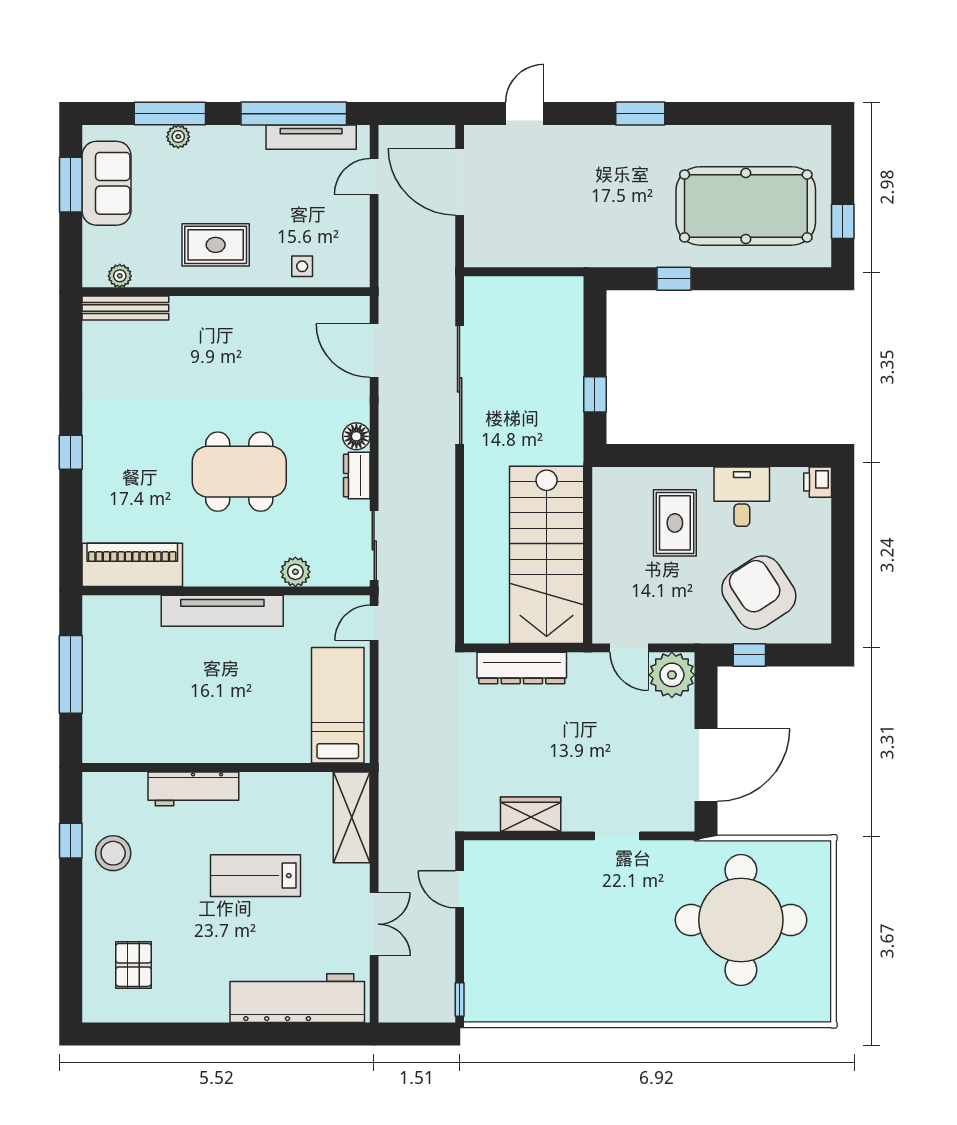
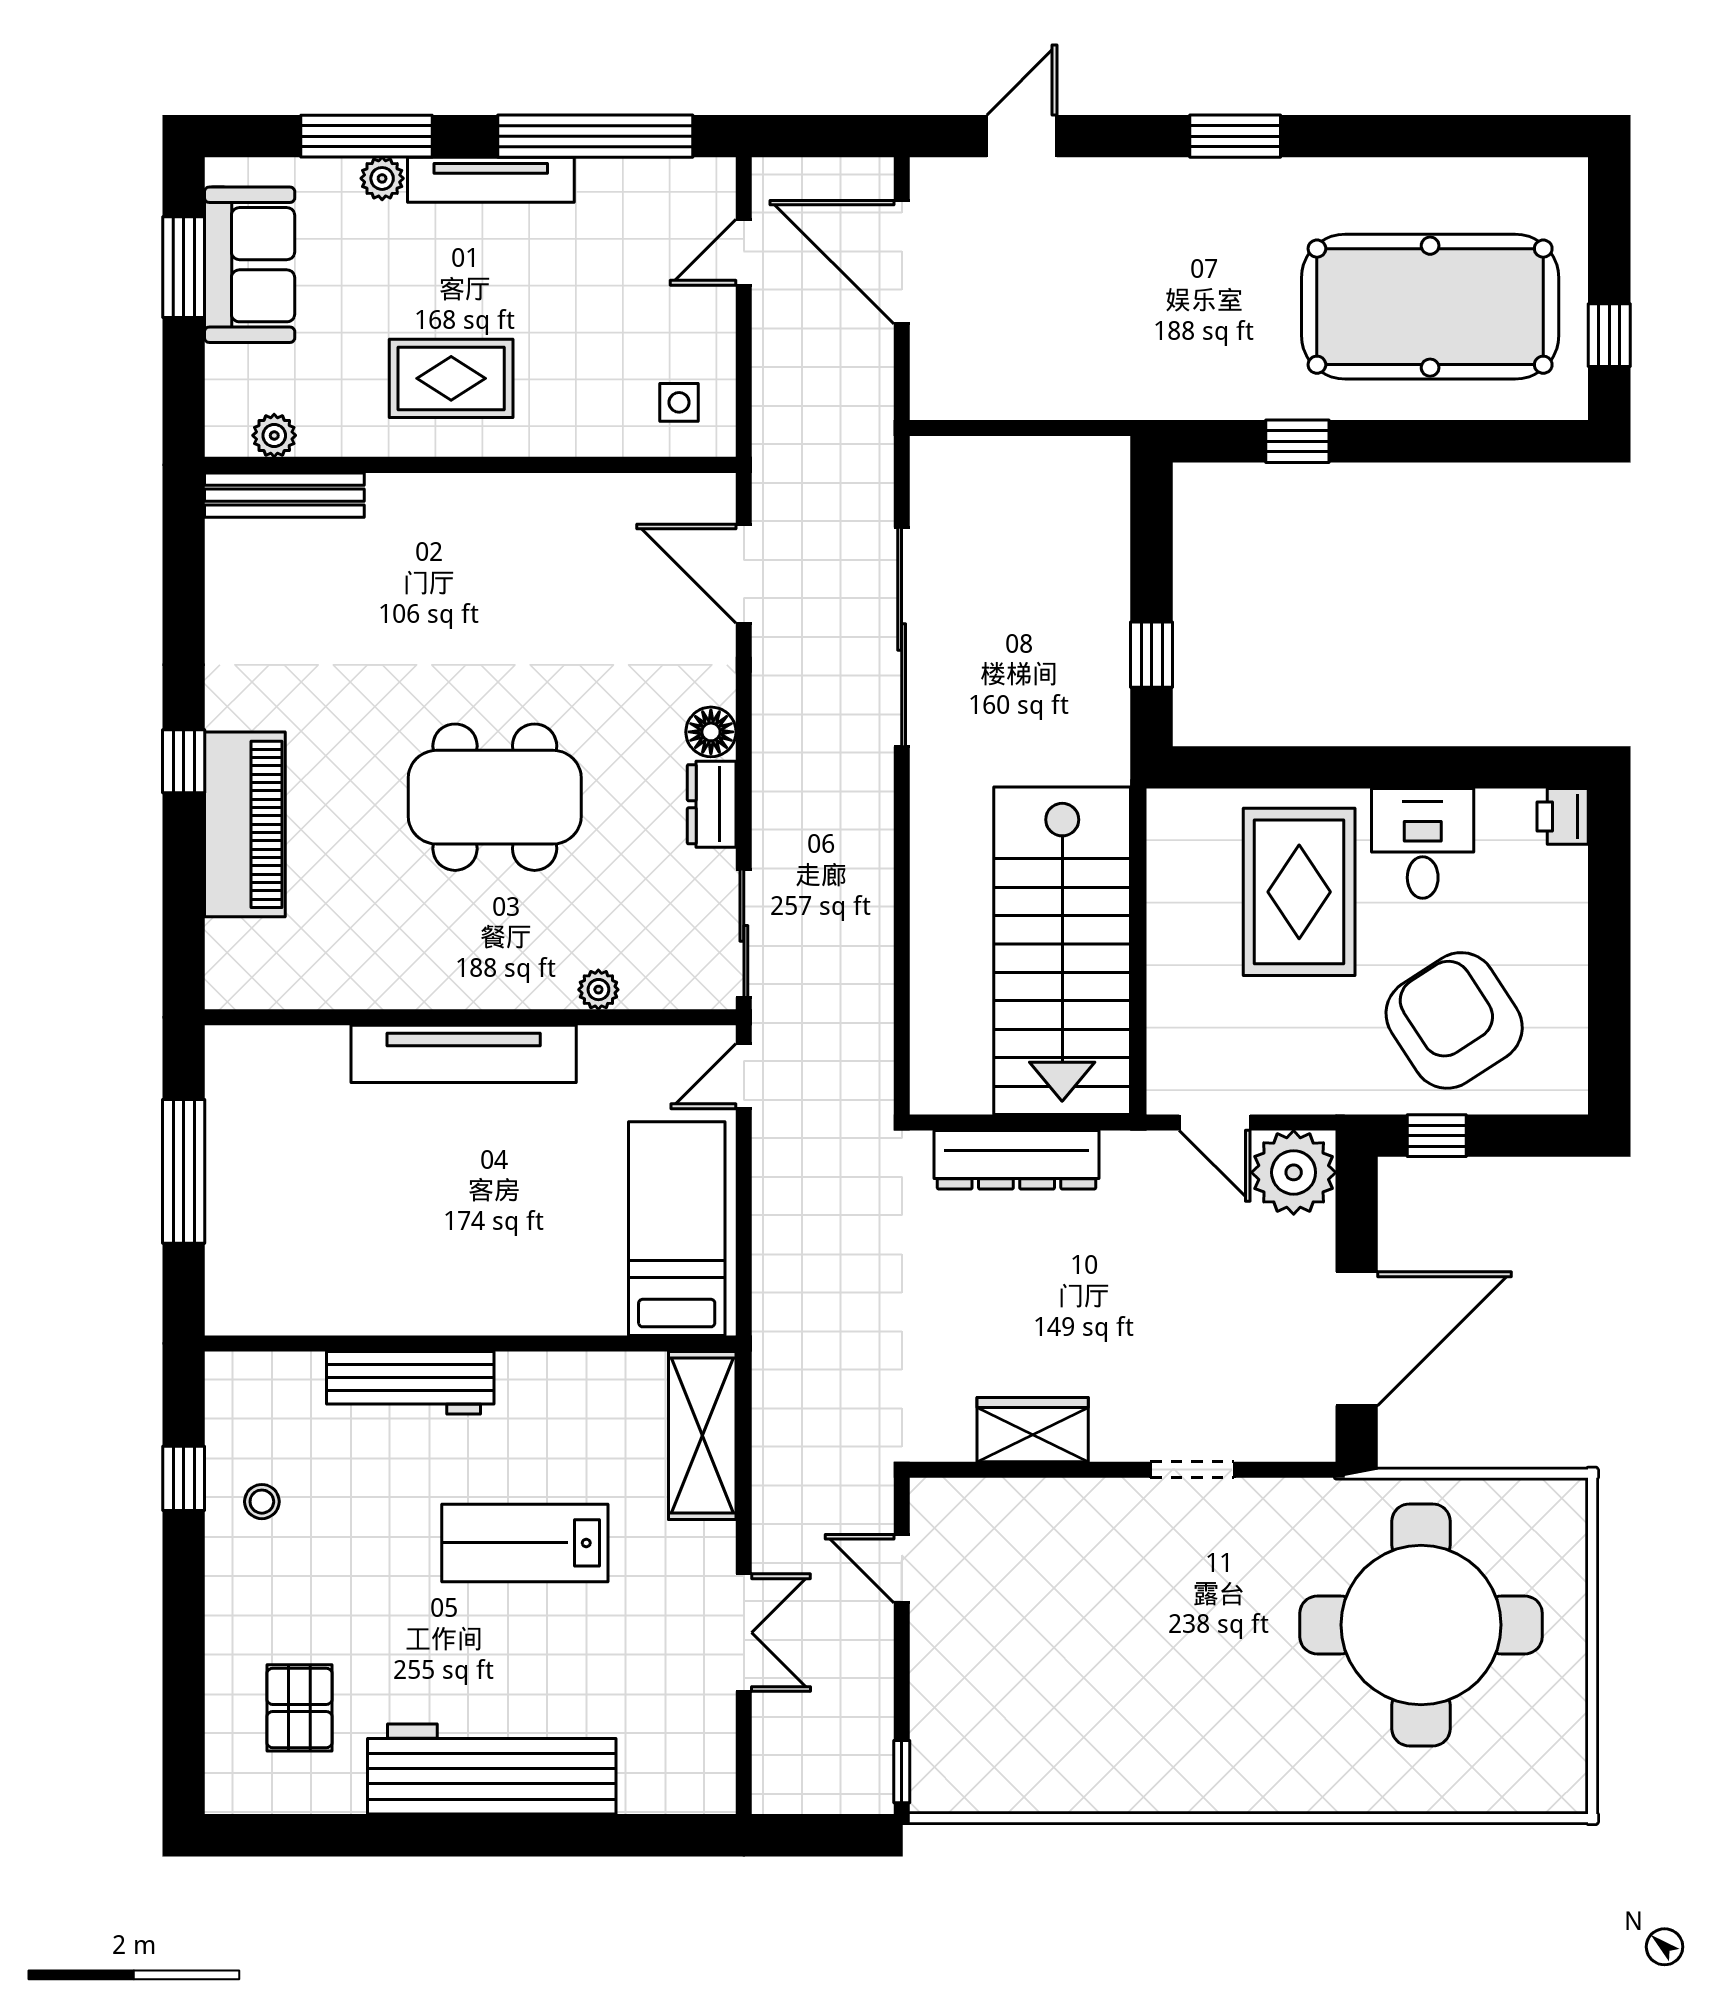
tv unit: (311, 137) -> (491, 180), moved
side table: (302, 266) -> (679, 402), moved
rug: (675, 523) -> (1299, 892), width x1.36, depth x1.43
piano: (132, 565) -> (245, 824), moved, turned 90
plant: (295, 572) -> (598, 990), width x0.73, depth x0.73
stool: (113, 853) -> (262, 1502), width x0.53, depth x0.53
workbench: (297, 998) -> (492, 1769), moved

